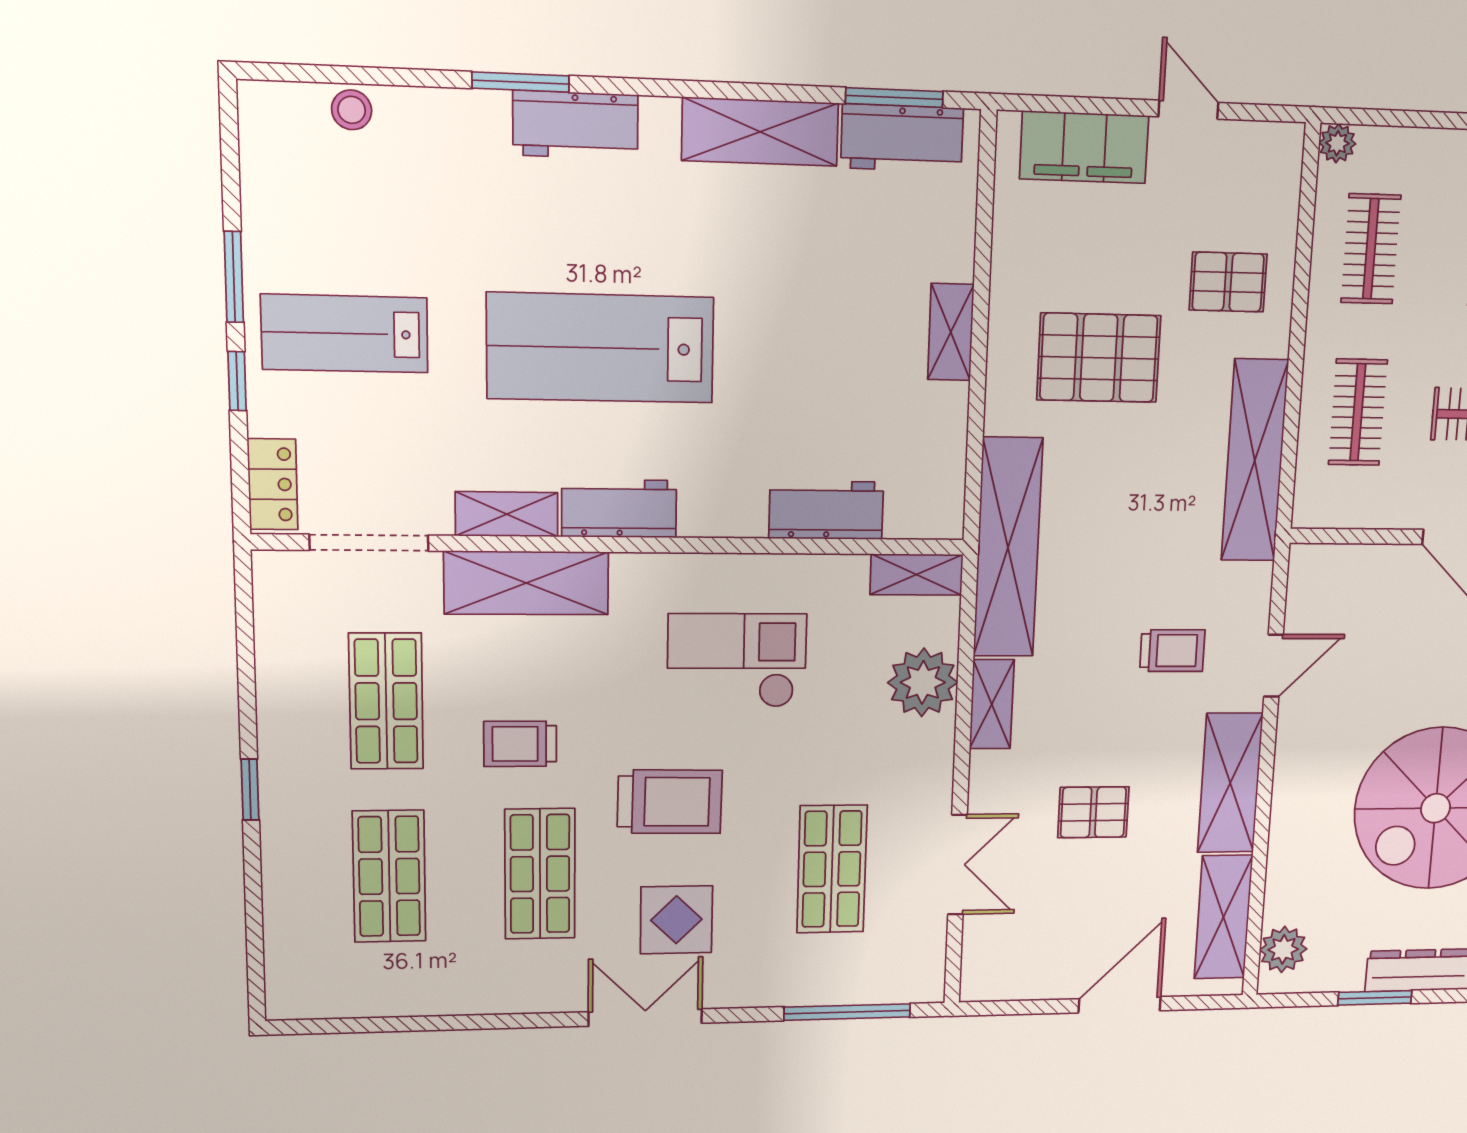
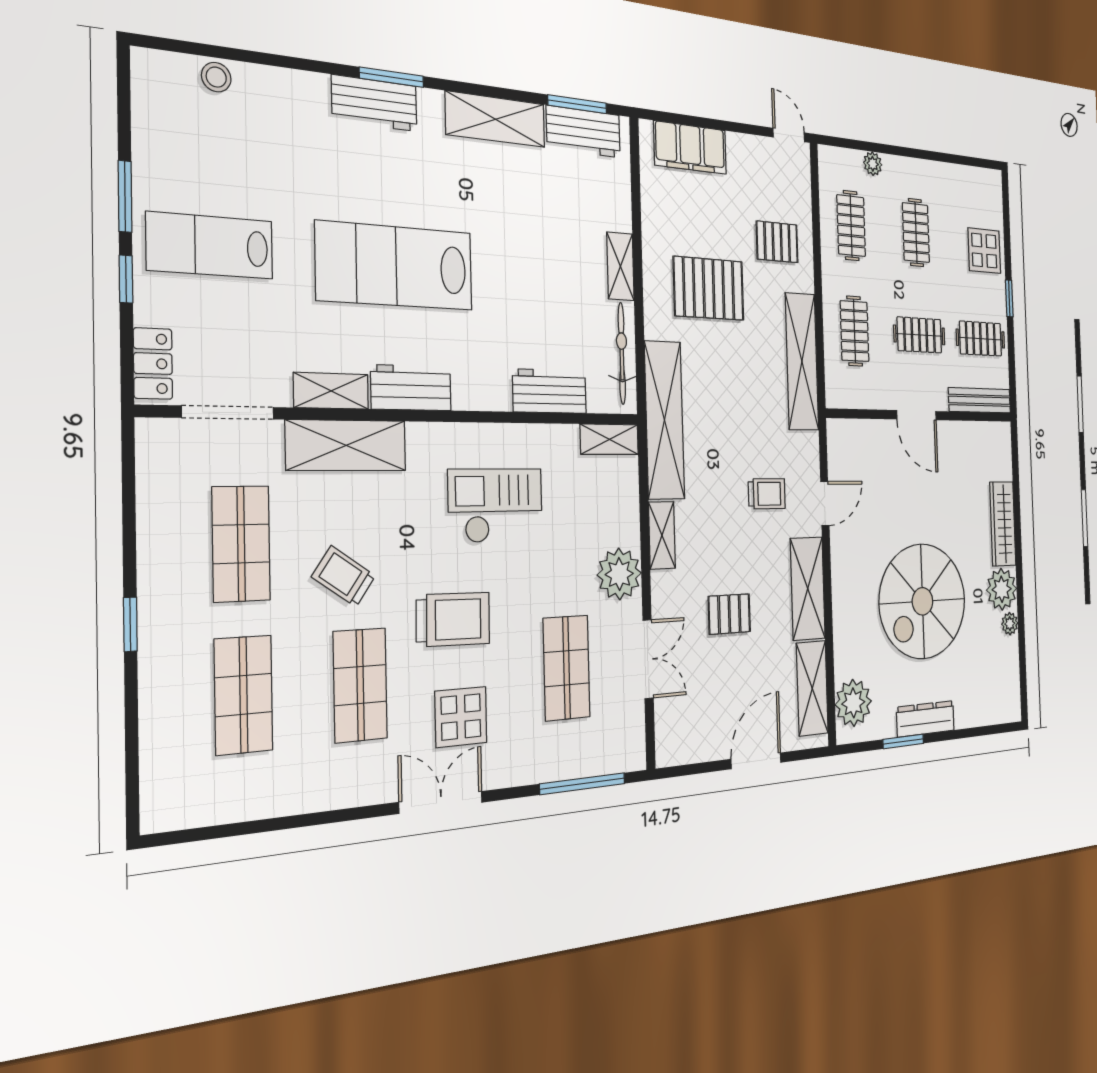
window: (521, 82) -> (392, 77), moved
door: (1188, 110) -> (789, 135), moved
plant: (1337, 143) -> (873, 164), moved
bicycle: (945, 456) -> (622, 353), added
plant: (923, 682) -> (619, 574), moved
trolley: (520, 744) -> (344, 576), turned 35
plant: (1283, 949) -> (853, 703), width x1.36, depth x1.36

